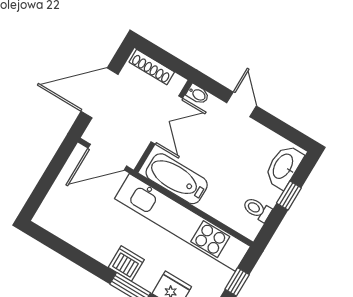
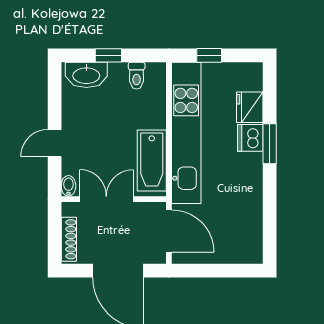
dishwasher: (126, 263) -> (250, 138), moved

